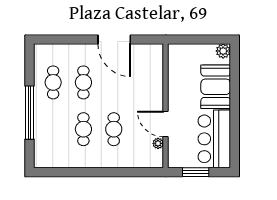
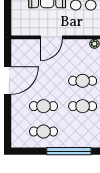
door: (166, 124) -> (51, 37), moved

